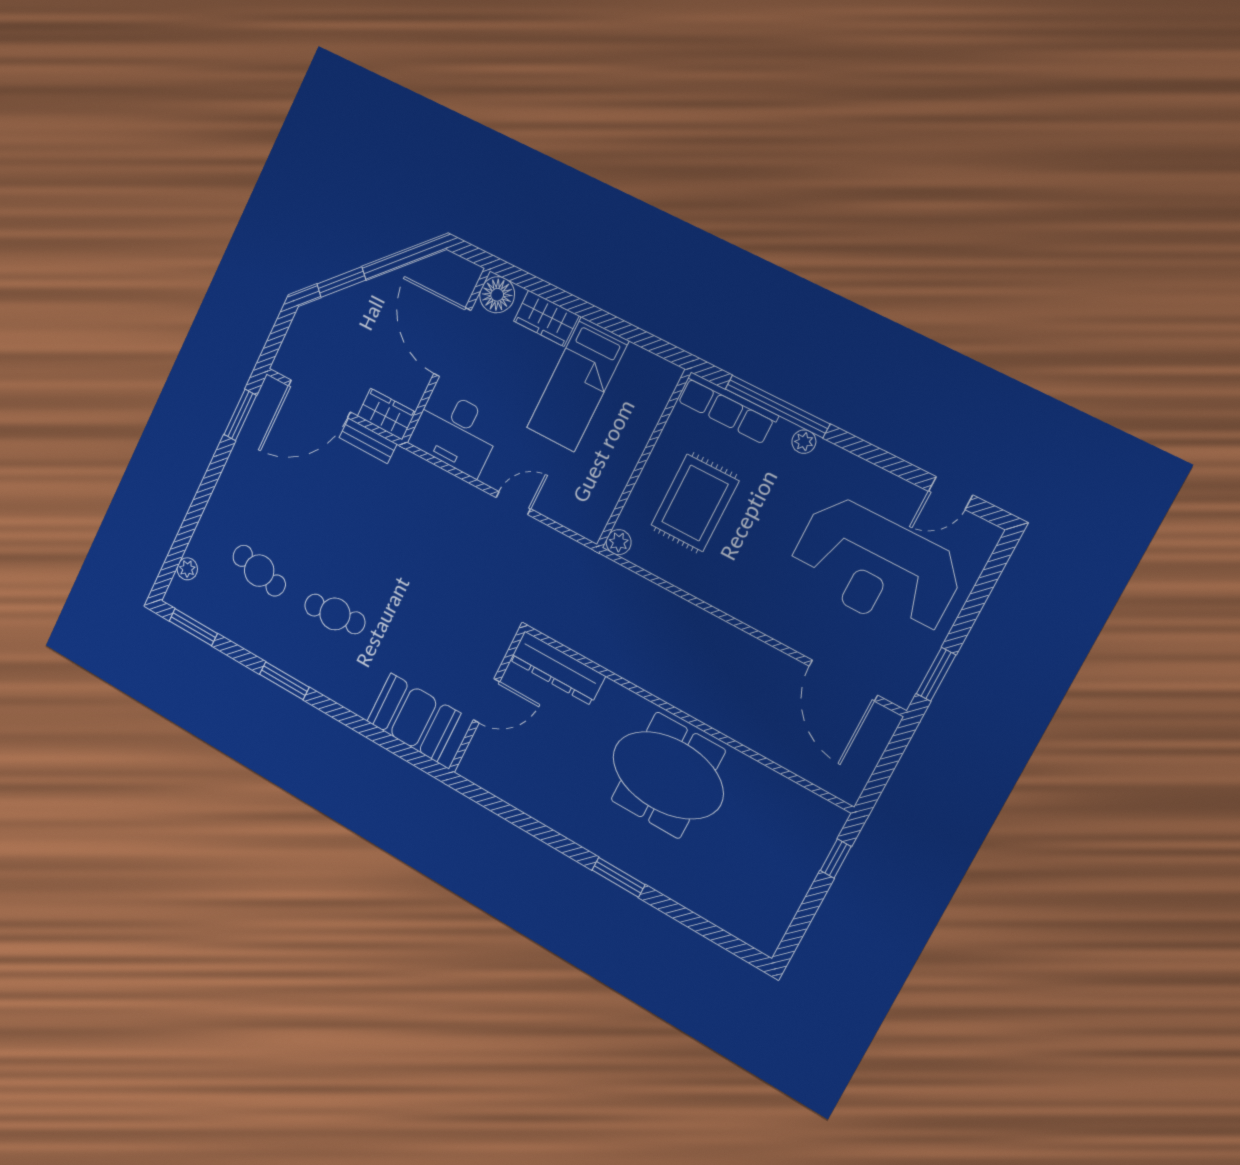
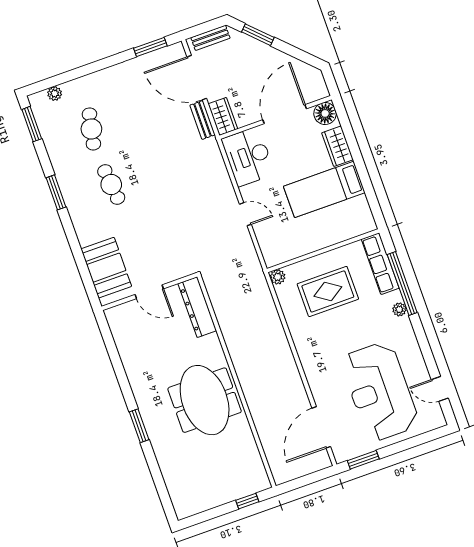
bench: (294, 339) -> (210, 38), added

